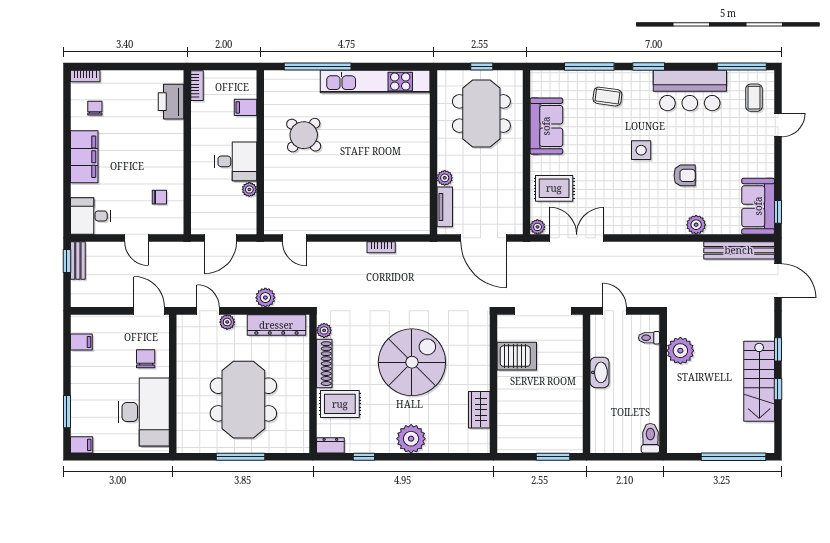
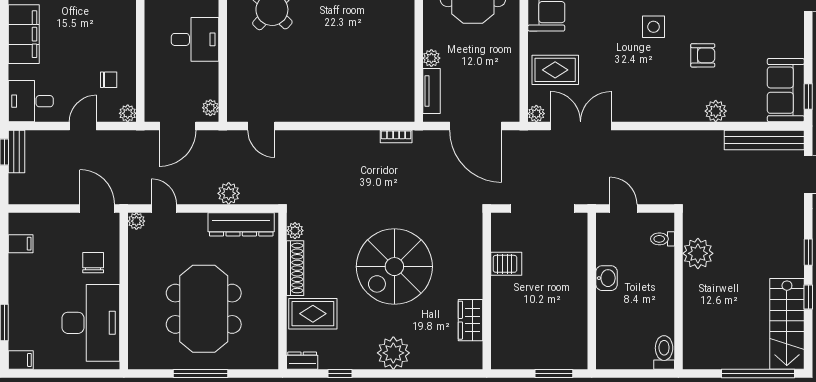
plant: (249, 189) -> (210, 108), moved
plant: (176, 227) -> (128, 113), added
door: (136, 238) -> (83, 126), swing flipped
bookcase: (381, 247) -> (396, 136), moved
plant: (227, 322) -> (136, 221), moved
server rack: (517, 356) -> (506, 264), width x0.73, depth x0.70
spiral stairs: (412, 362) -> (394, 267), turned 180
washbasin: (600, 372) -> (607, 278), width x0.72
stairs: (759, 381) -> (787, 324), moved

